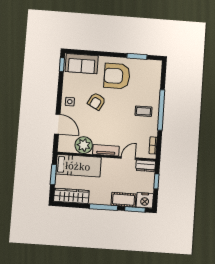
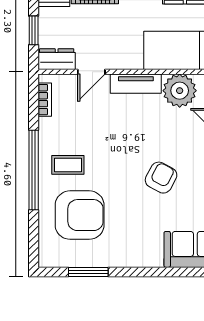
armchair: (117, 76) -> (80, 215), moved

